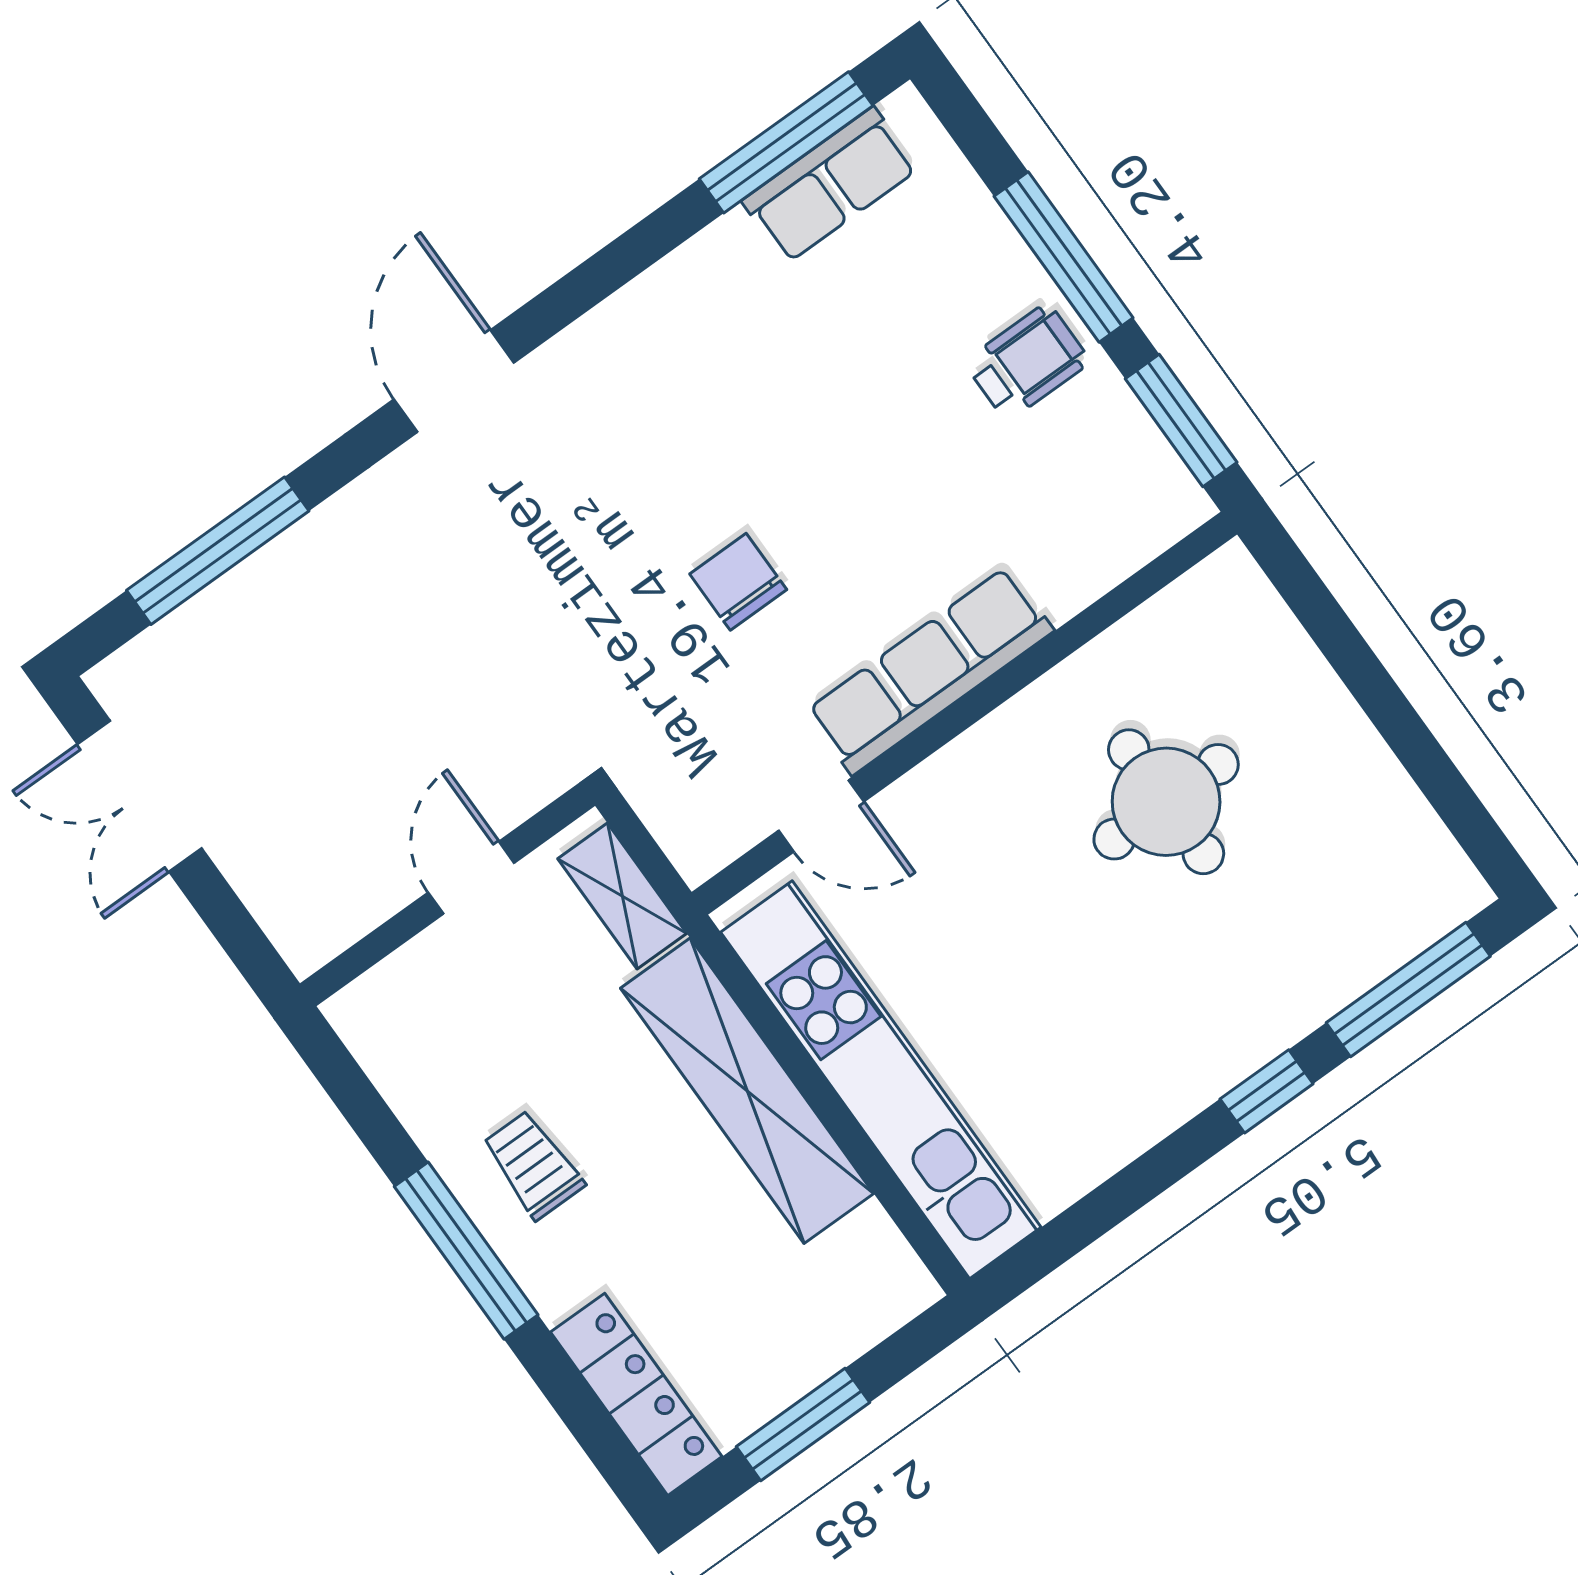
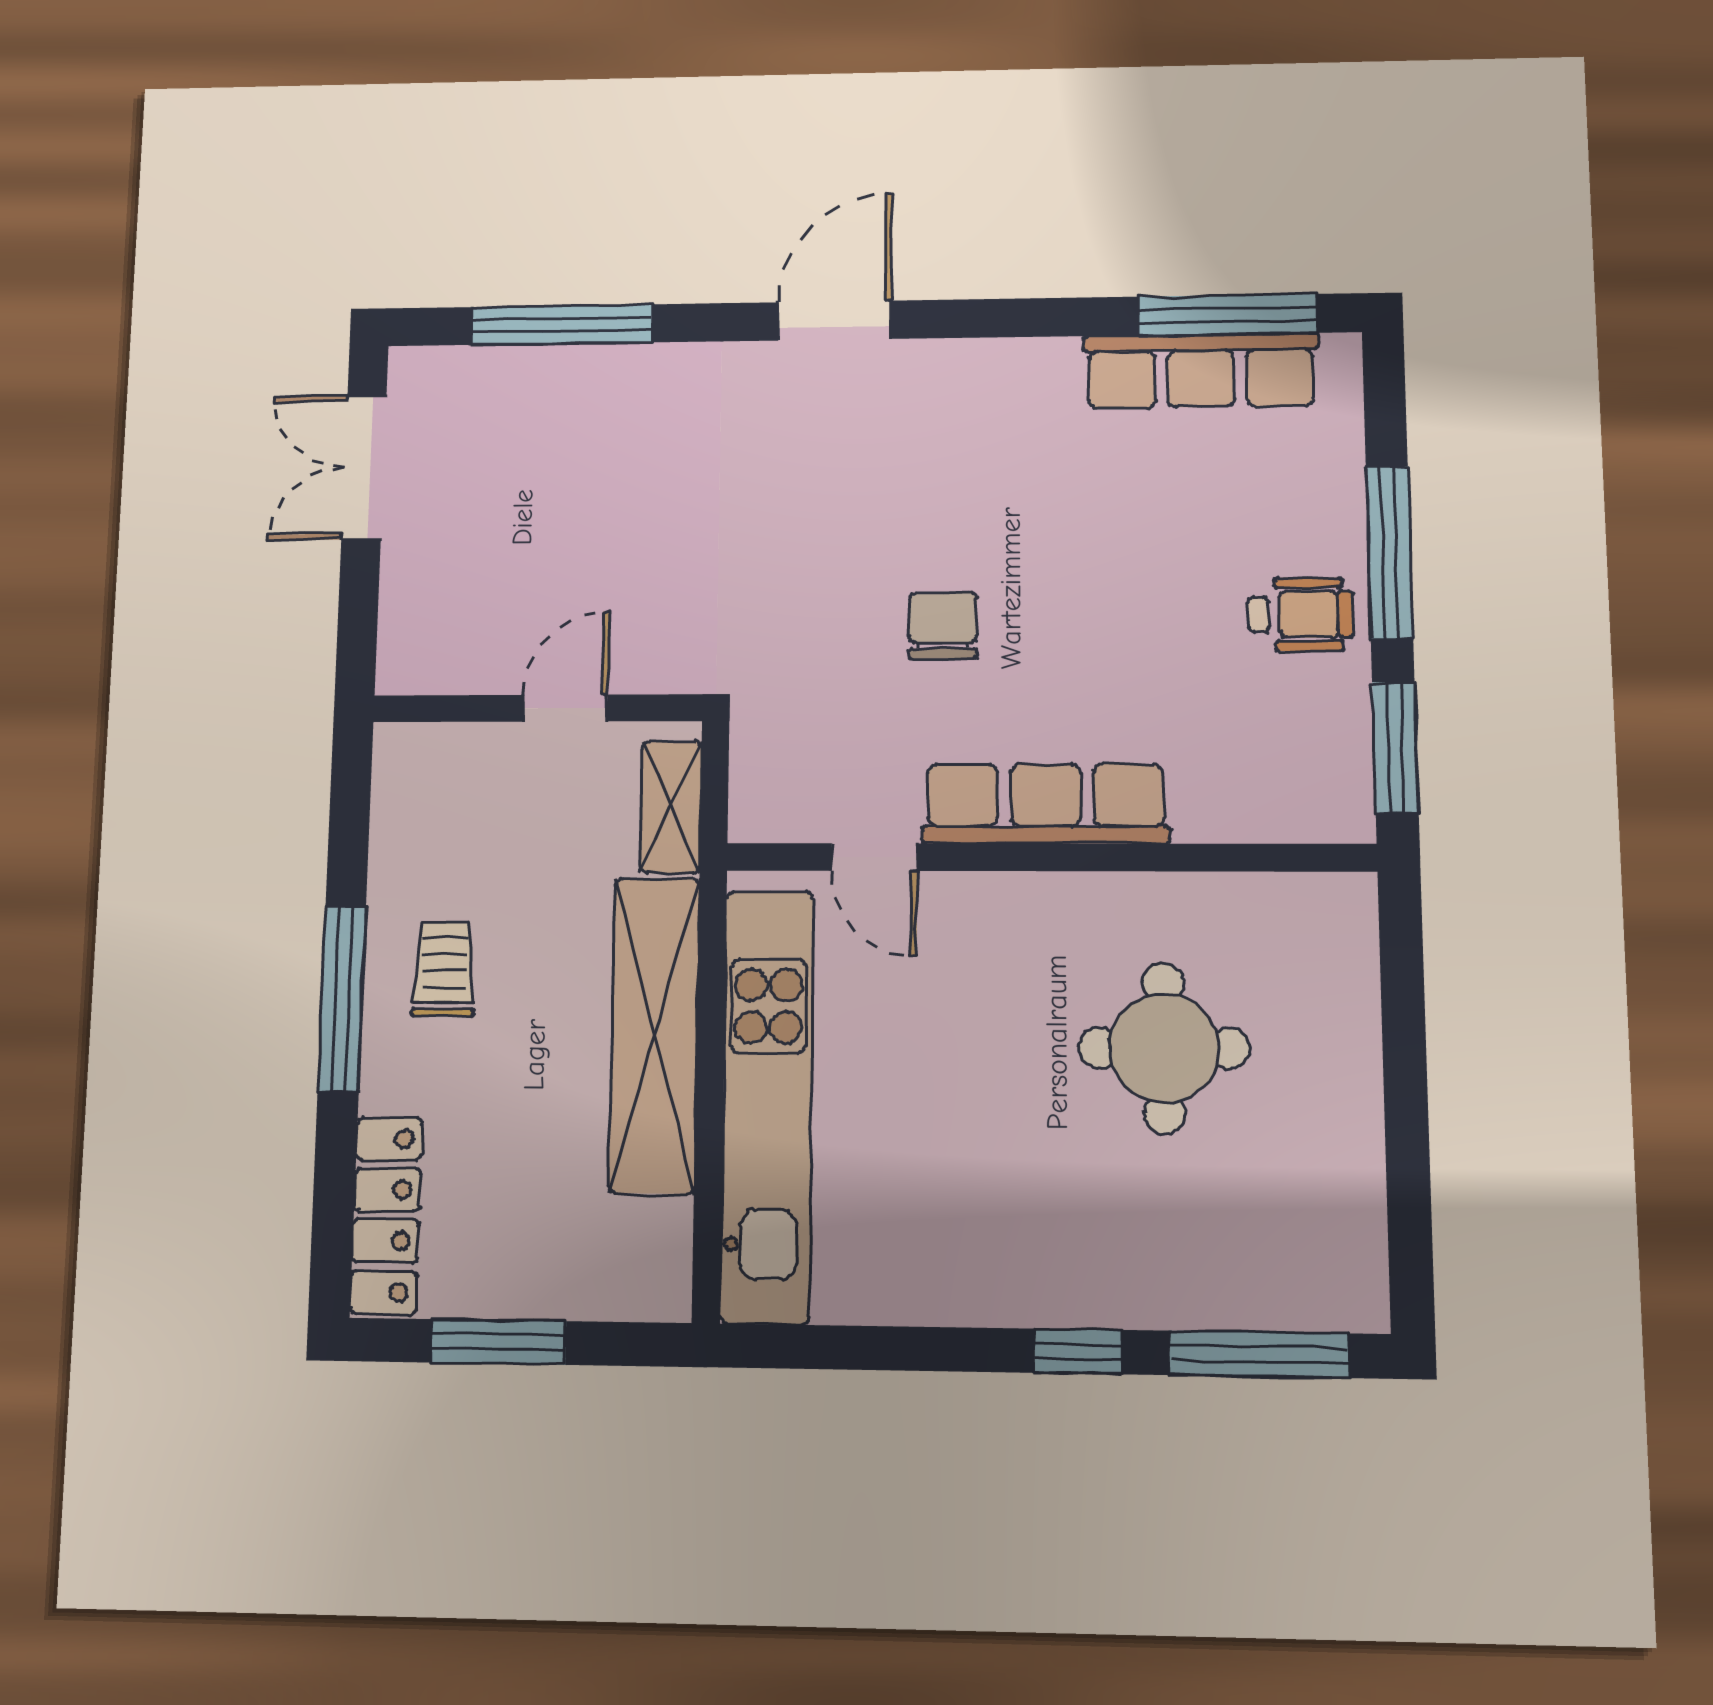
row of seats: (830, 185) -> (1201, 371), width x1.48

